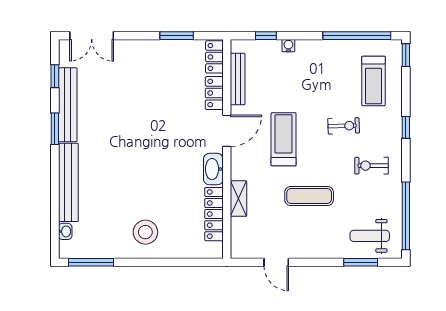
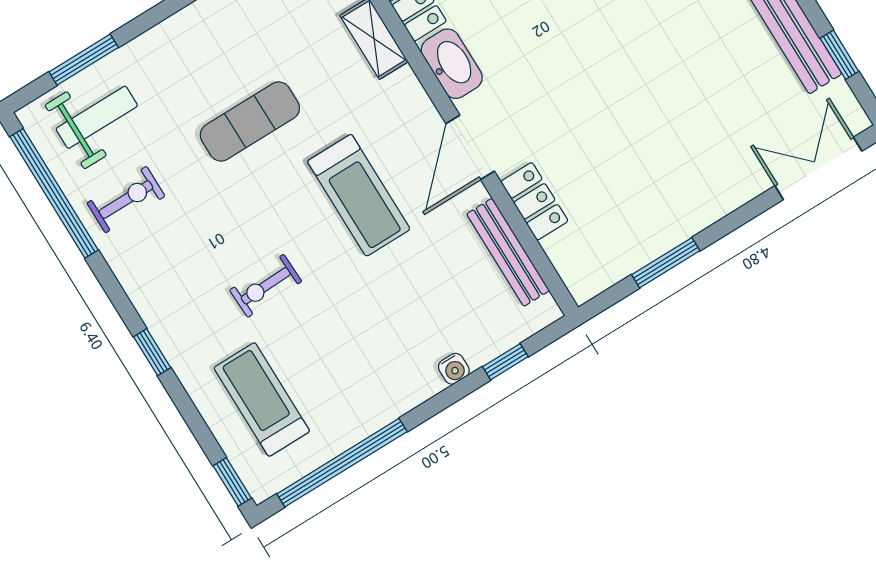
locker: (214, 57) -> (574, 266), removed
exercise bike: (372, 166) -> (126, 200), moved

